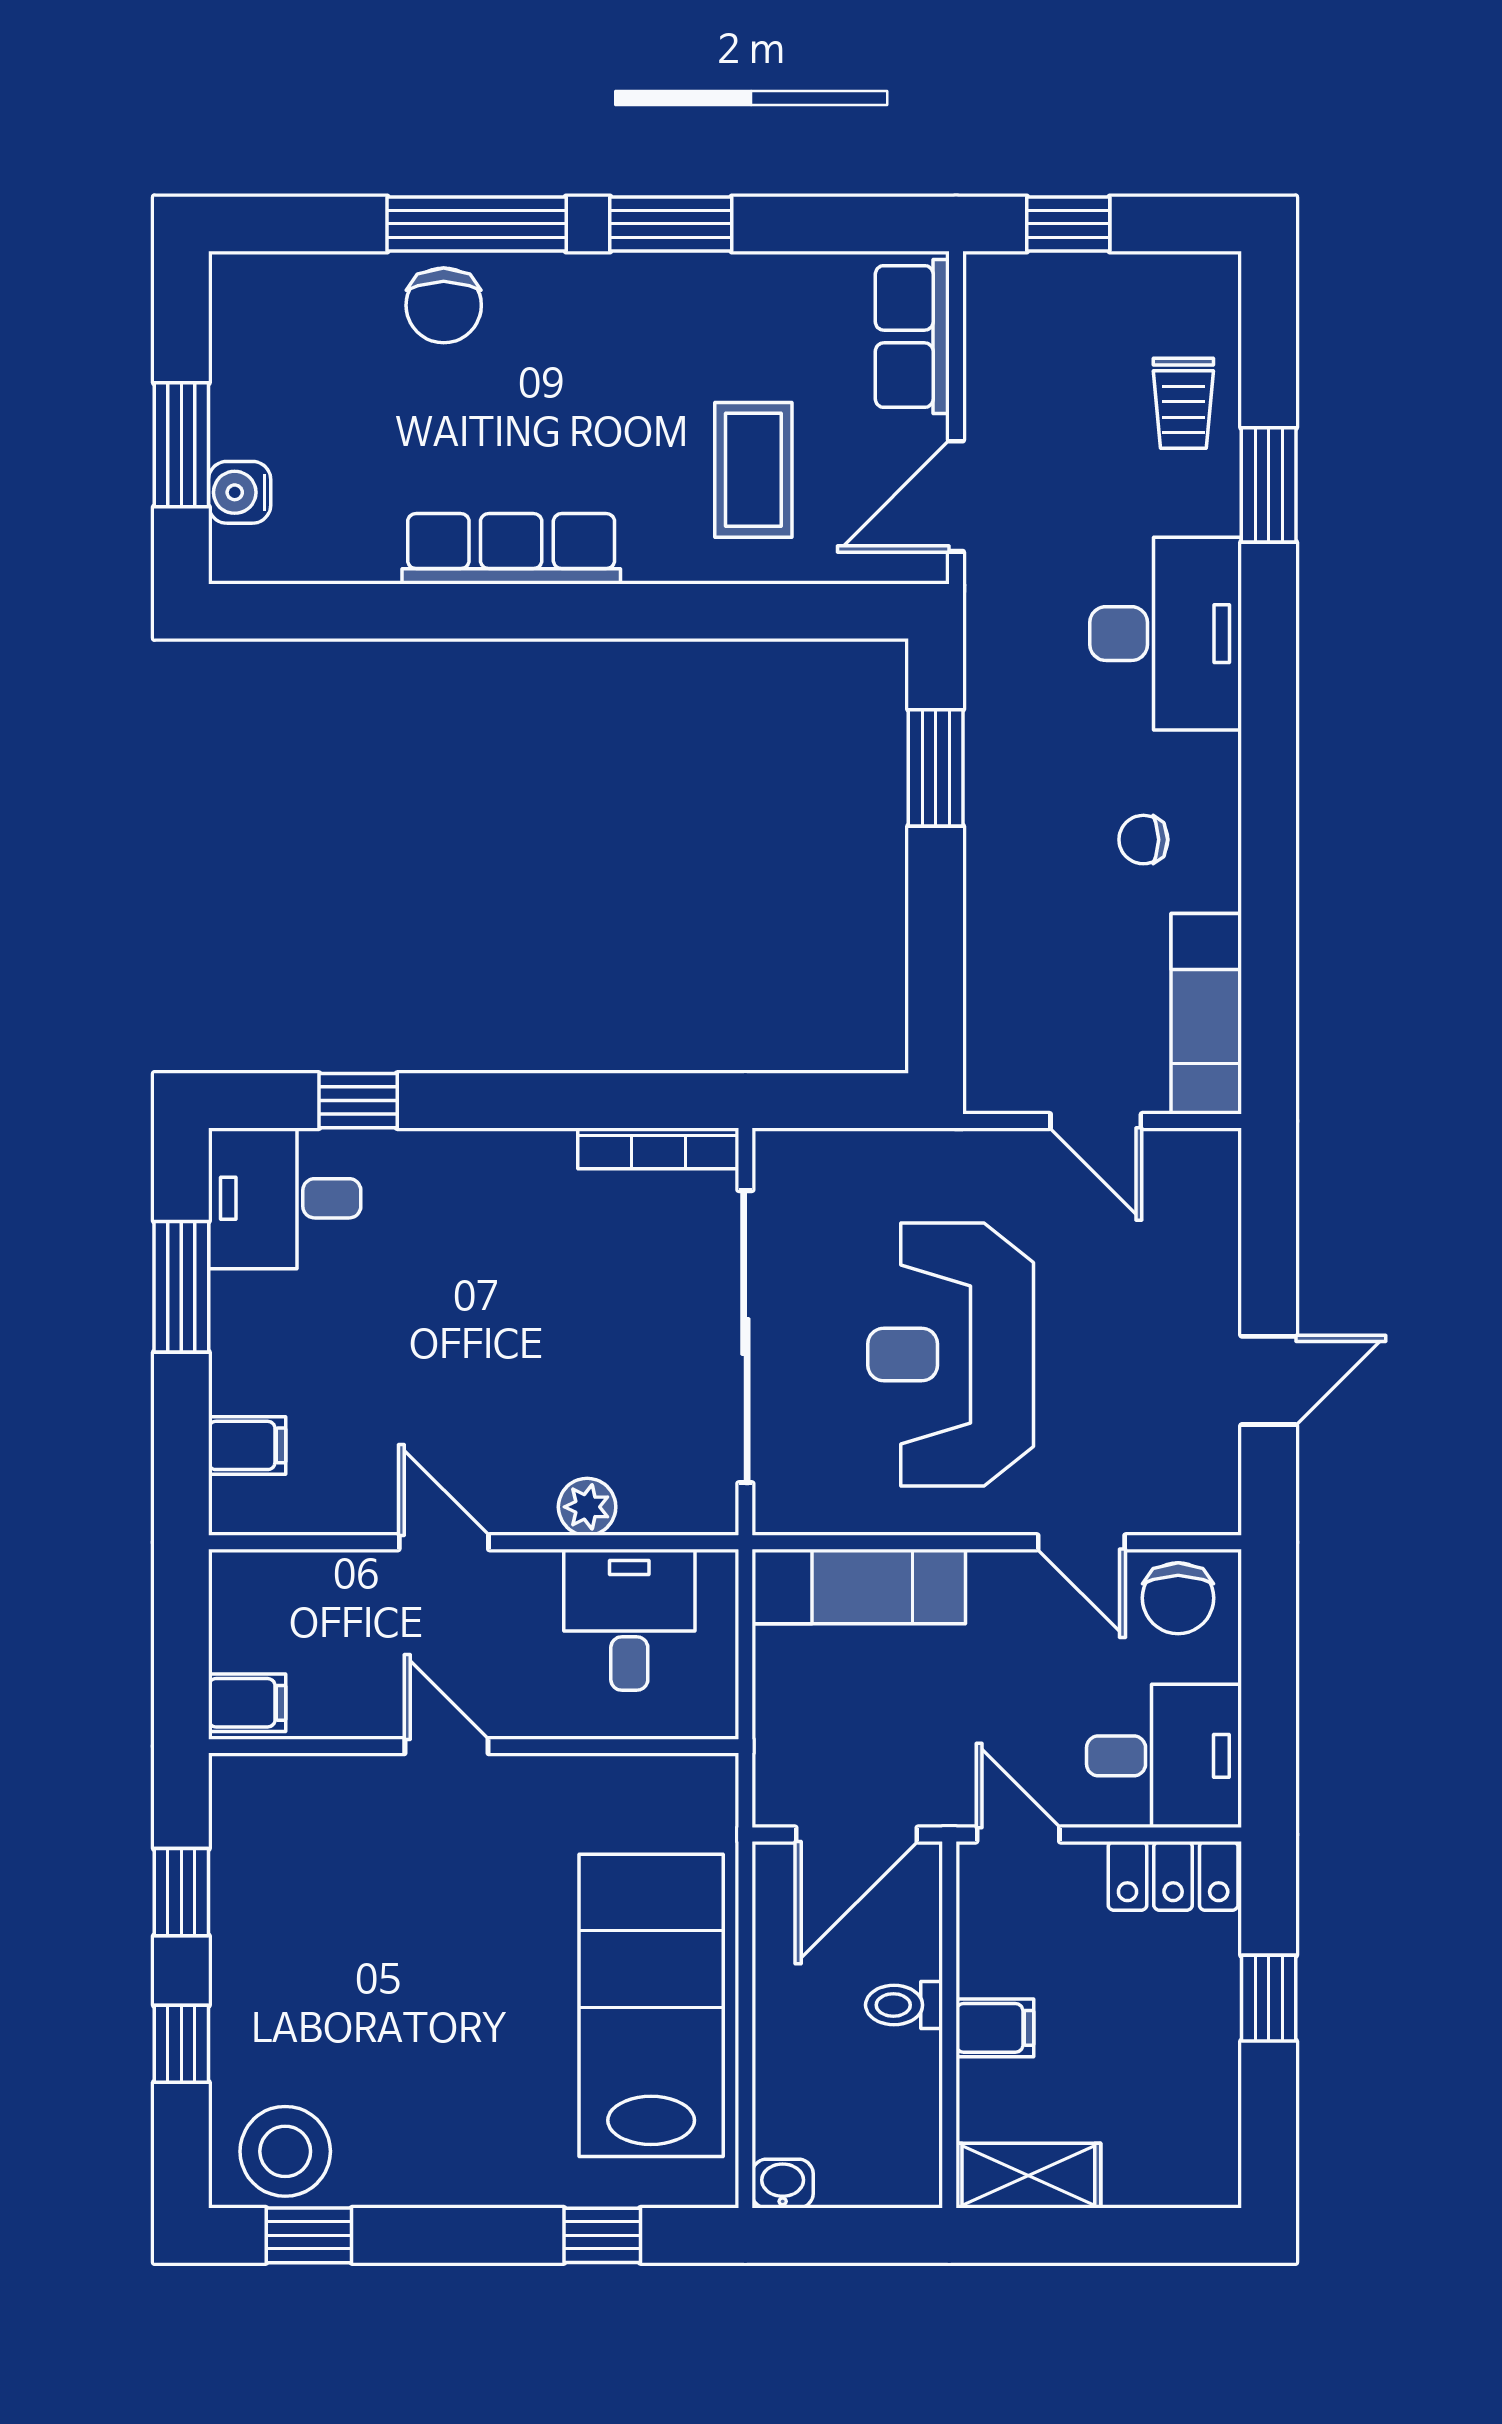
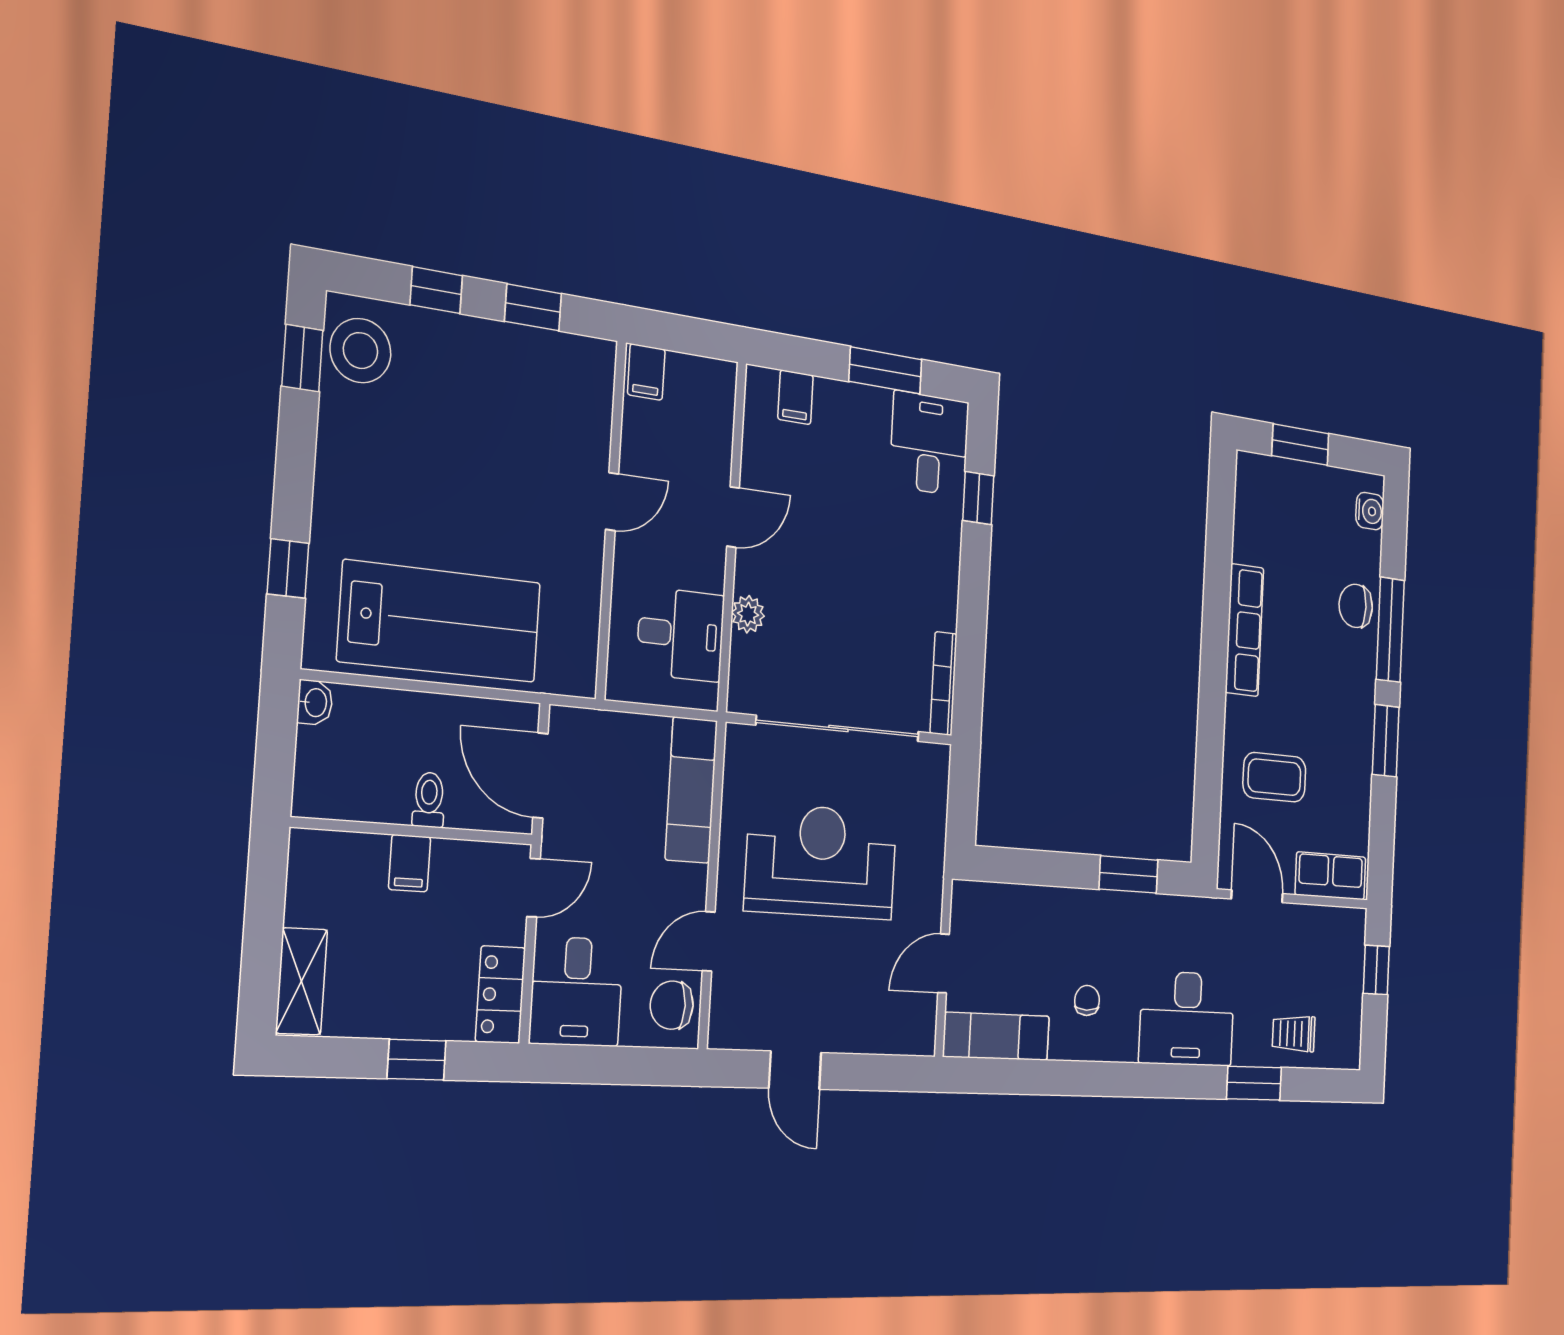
water cooler: (240, 492) -> (1370, 511), moved, turned 90
shelving: (1028, 2176) -> (302, 981), moved

